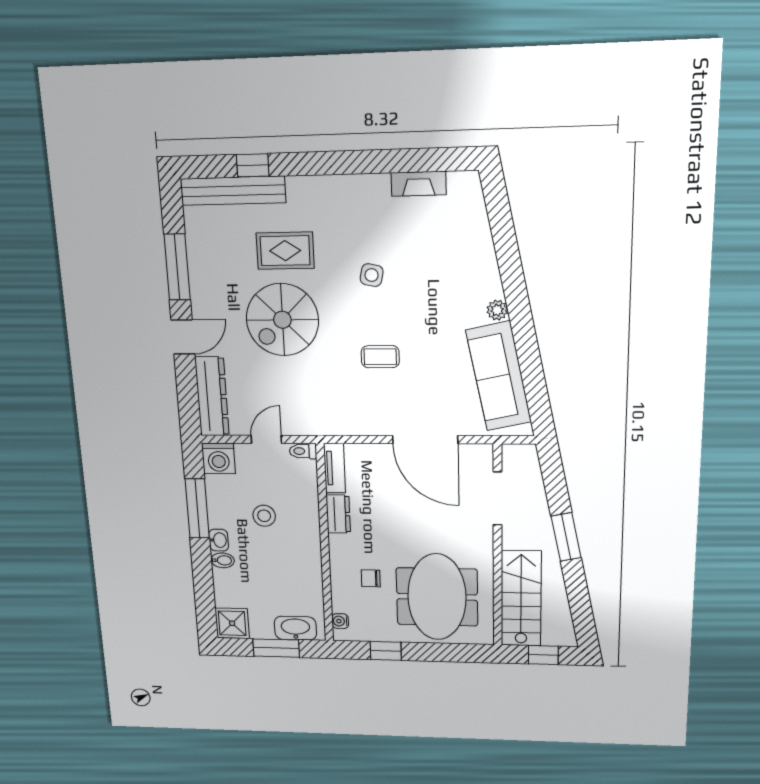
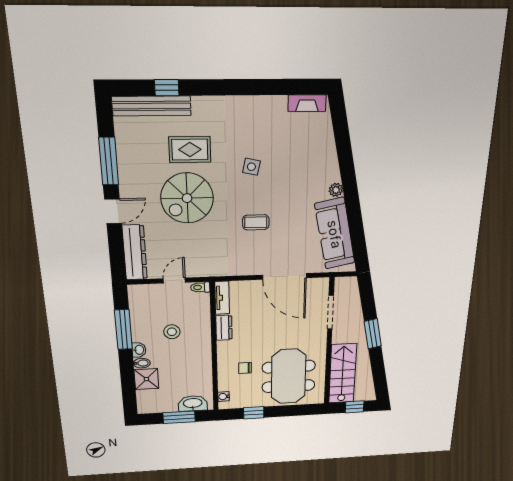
fireplace: (419, 184) -> (307, 103), moved
washing machine: (219, 458) -> (139, 295), removed
shower: (232, 623) -> (146, 379), moved

